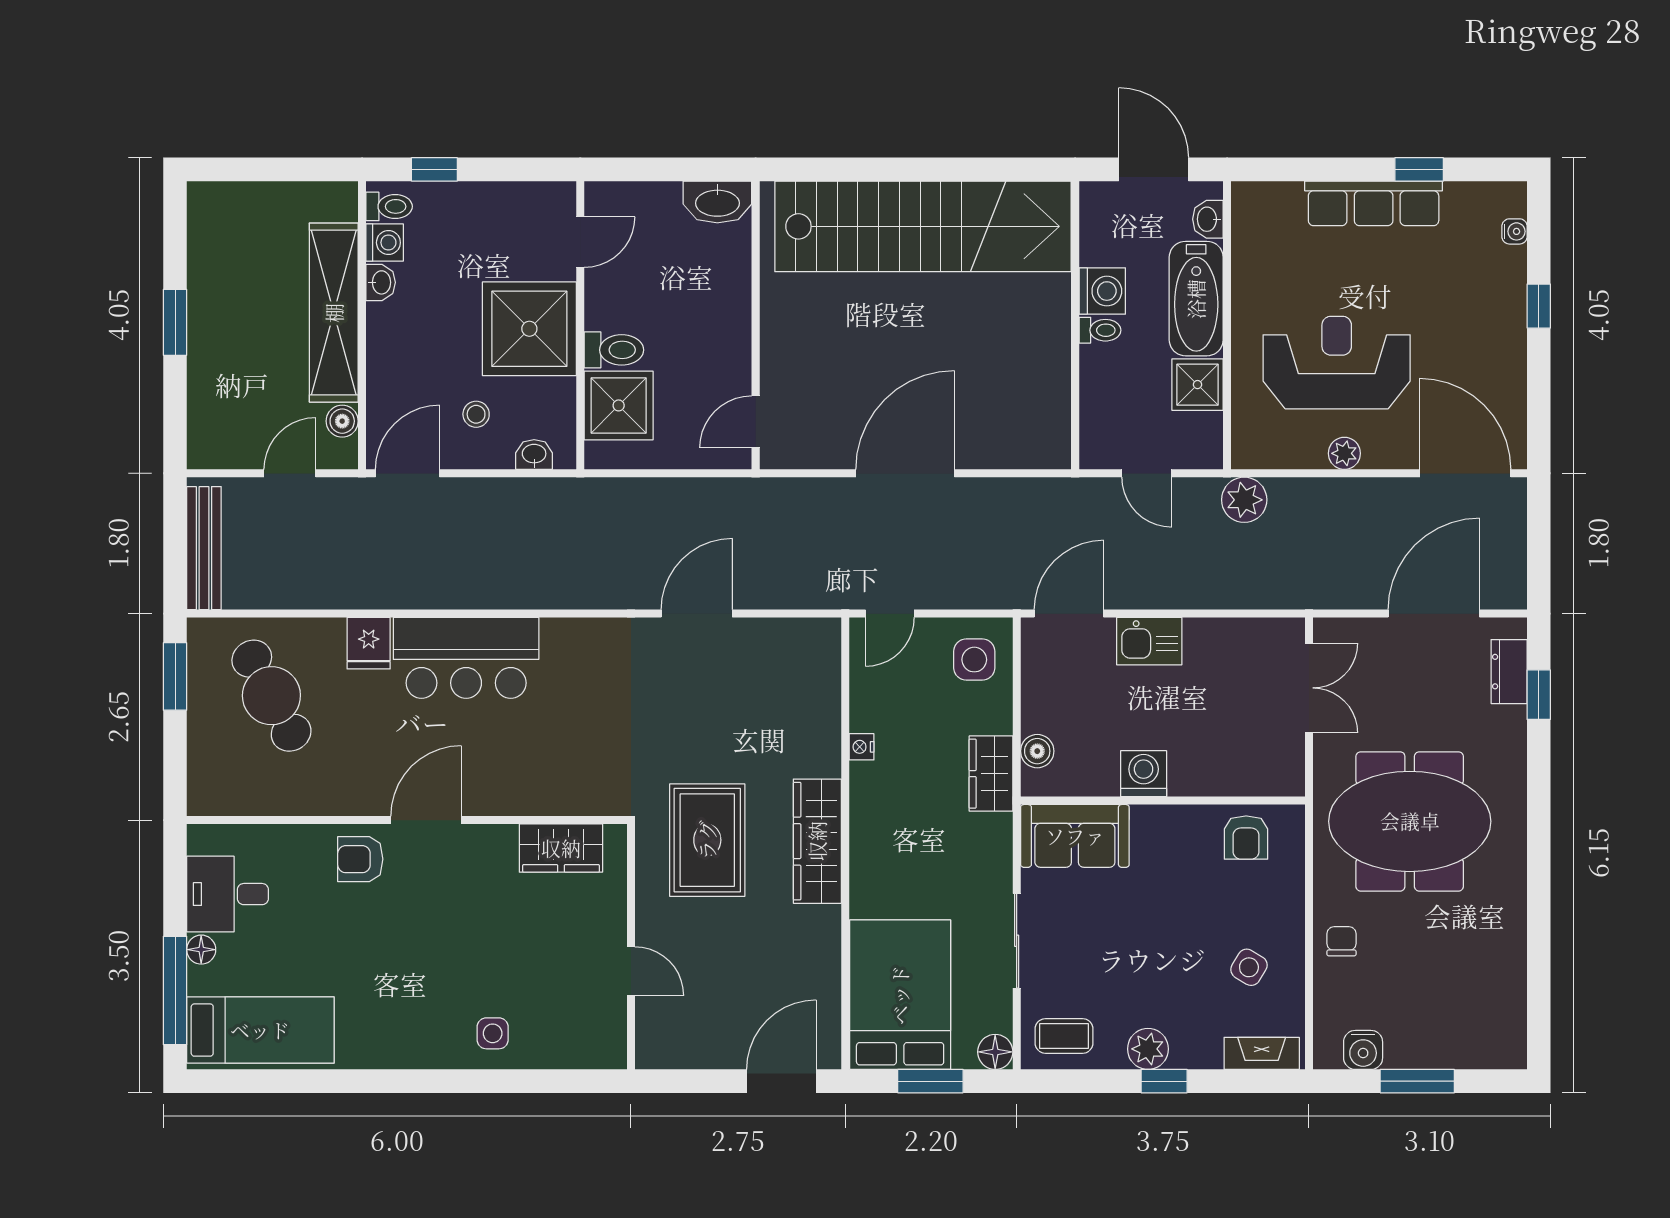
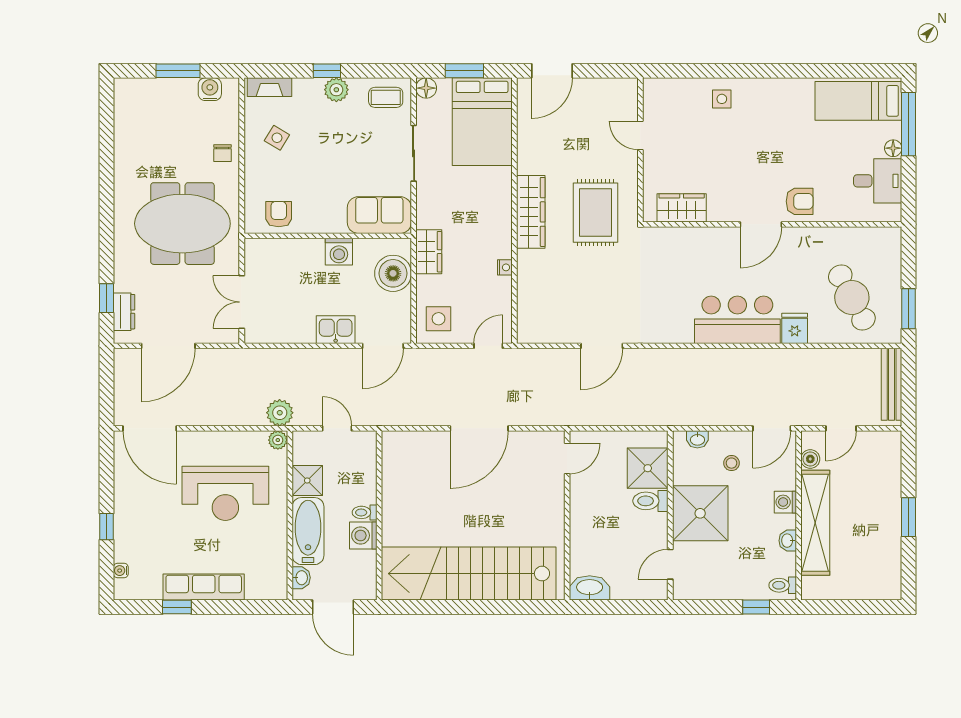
washing machine: (385, 243) -> (785, 502), moved
plant: (1344, 453) -> (278, 440), moved
boiler: (1037, 751) -> (393, 273), width x1.86, depth x1.86

